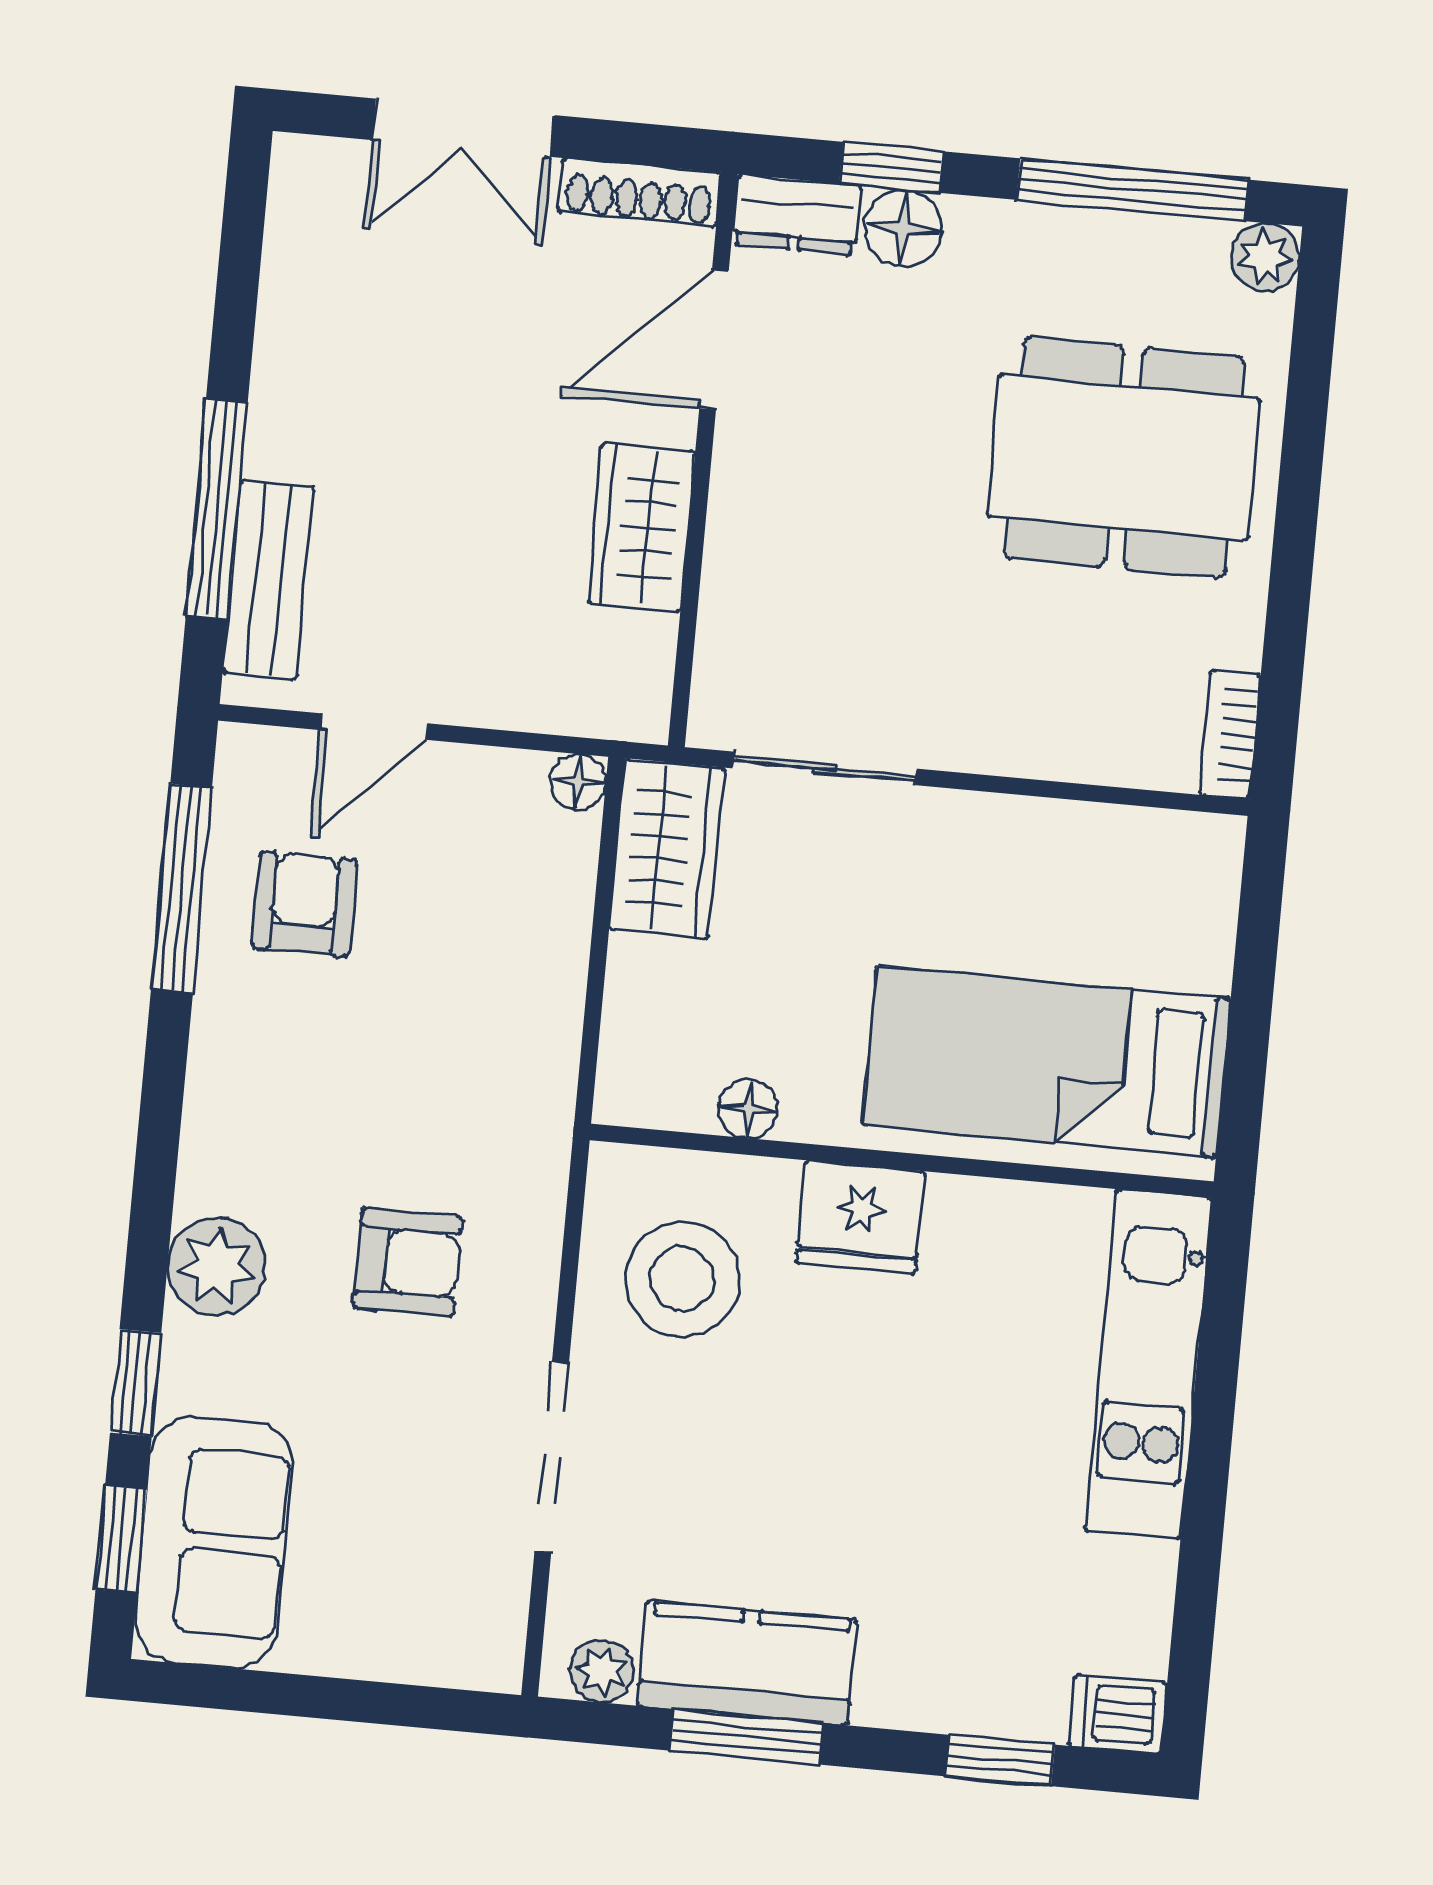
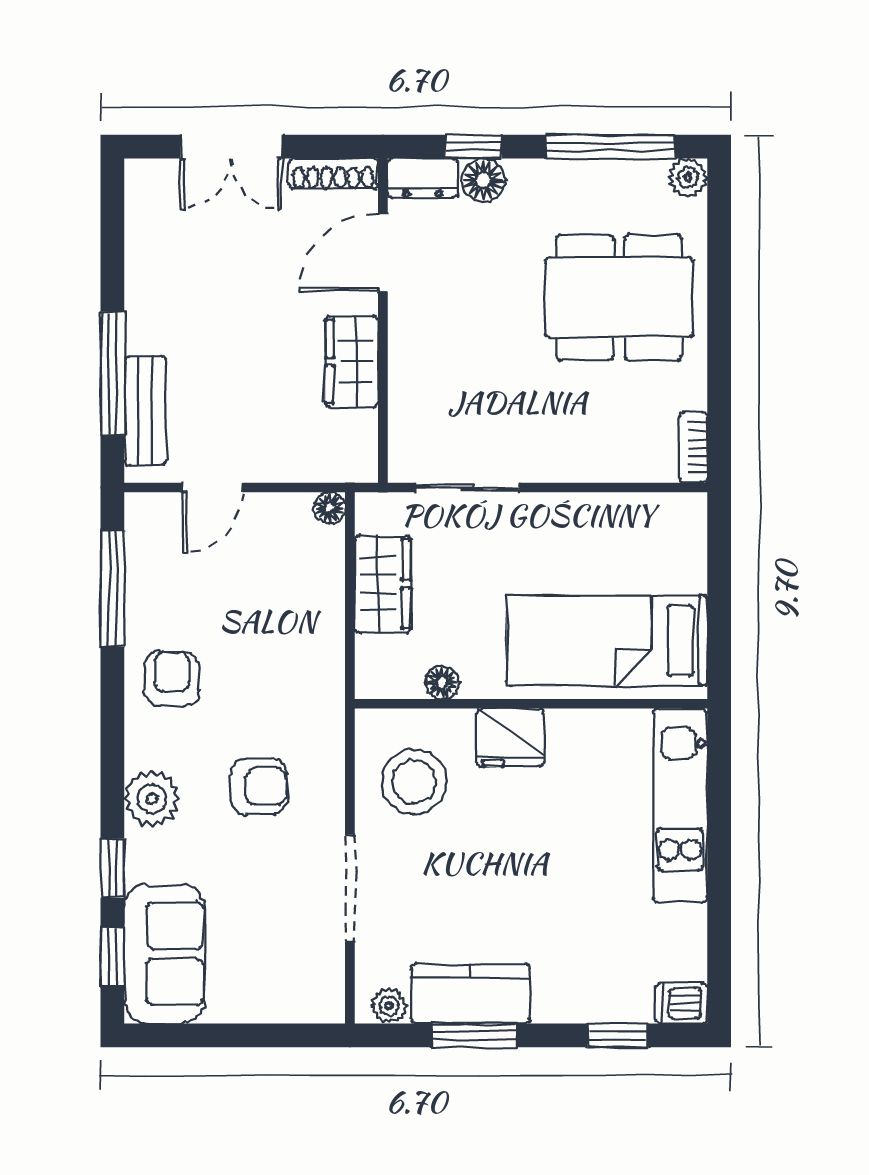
wardrobe: (667, 849) -> (383, 584), moved
armchair: (304, 904) -> (172, 679), moved

